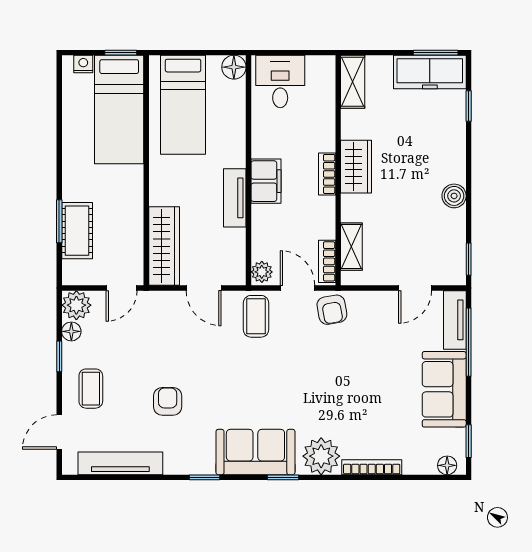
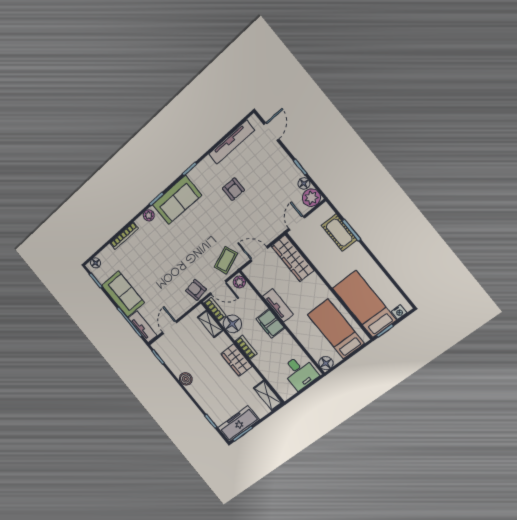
floor lamp: (319, 222) -> (232, 324), added
coffee table: (256, 316) -> (226, 260), turned 68
coffee table: (91, 389) -> (273, 165), removed
plant: (321, 456) -> (149, 215), width x0.53, depth x0.53

